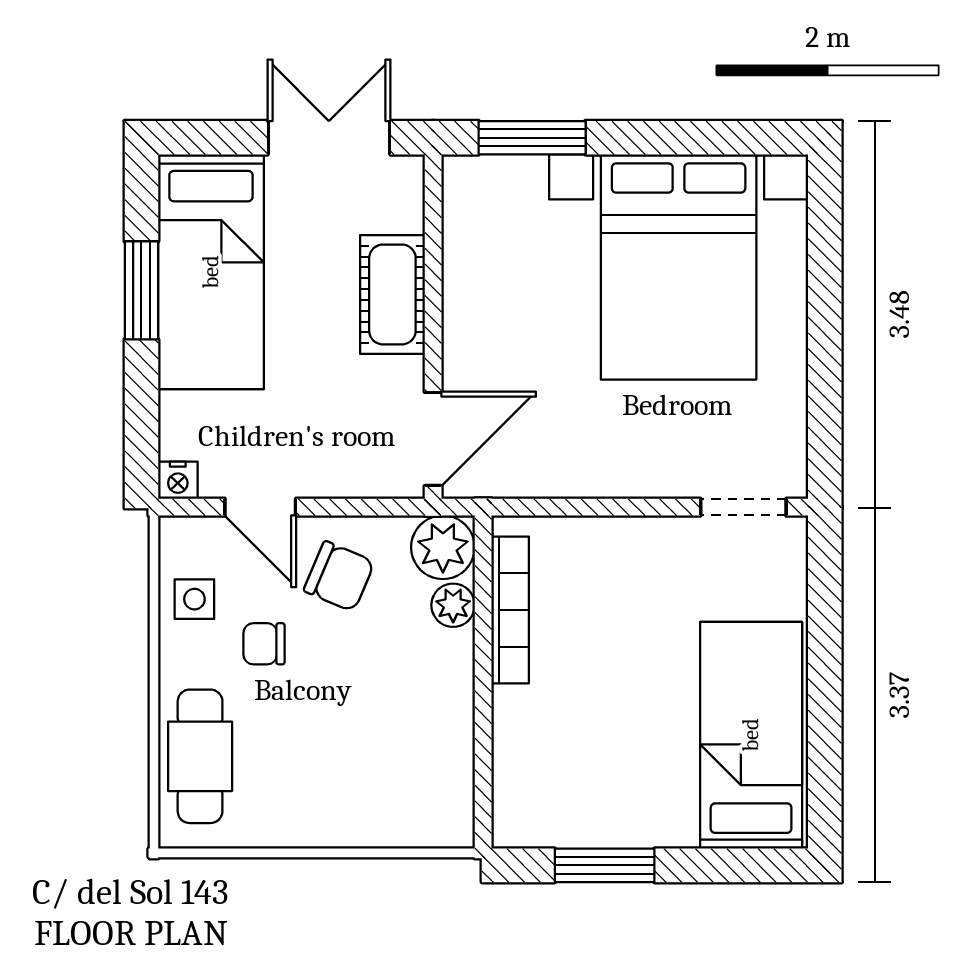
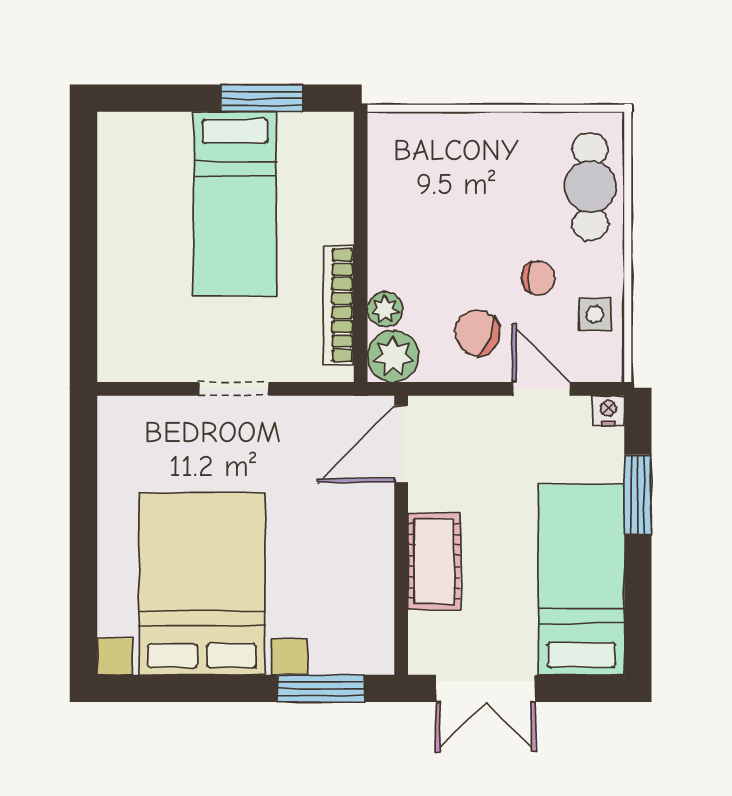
window: (141, 290) -> (638, 495), moved
doorway: (743, 507) -> (233, 389), moved
bed: (751, 735) -> (235, 204), moved

